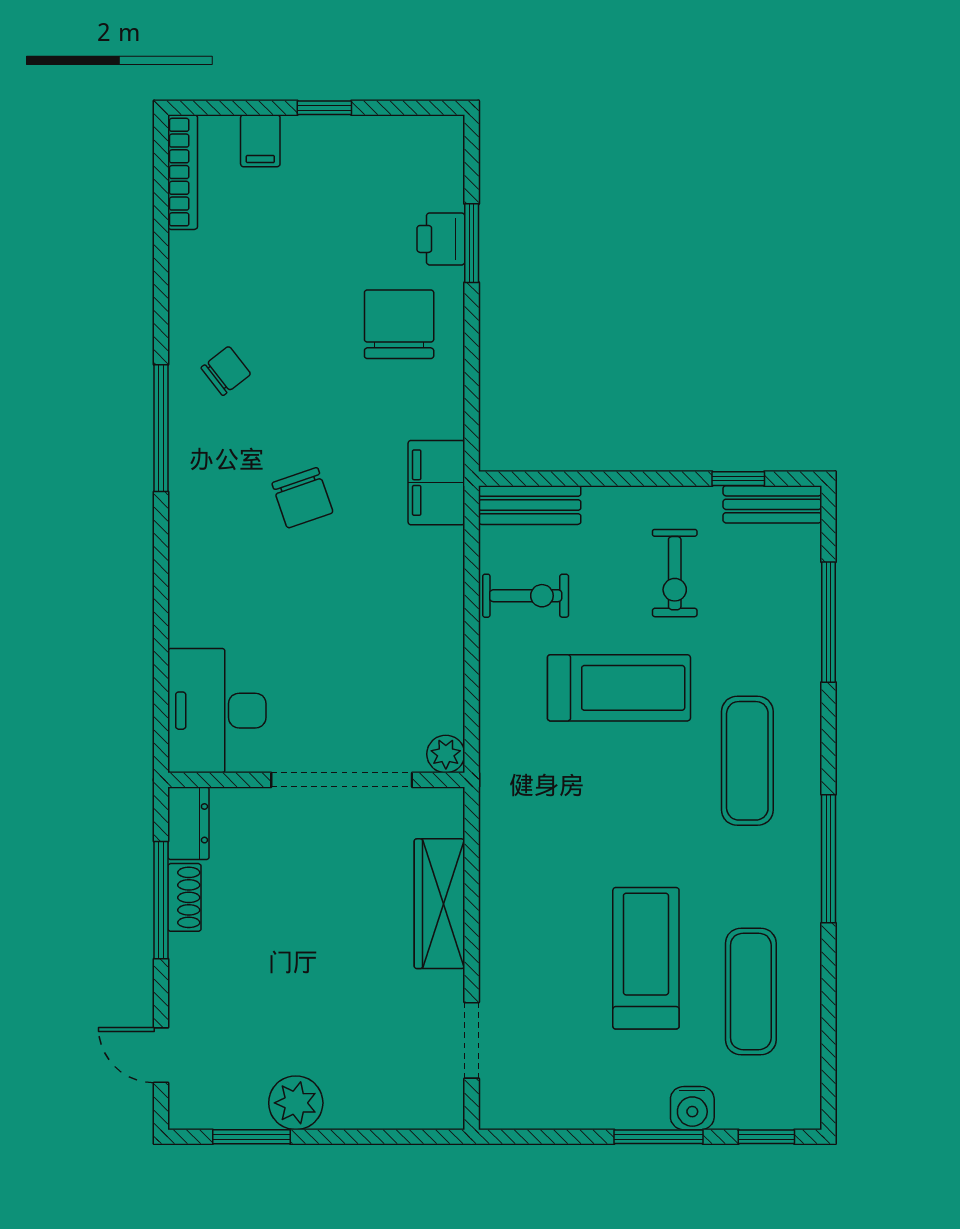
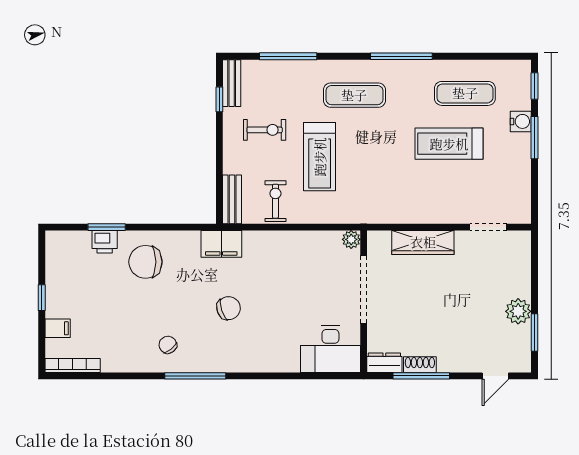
treadmill: (619, 688) -> (320, 157), turned 180

